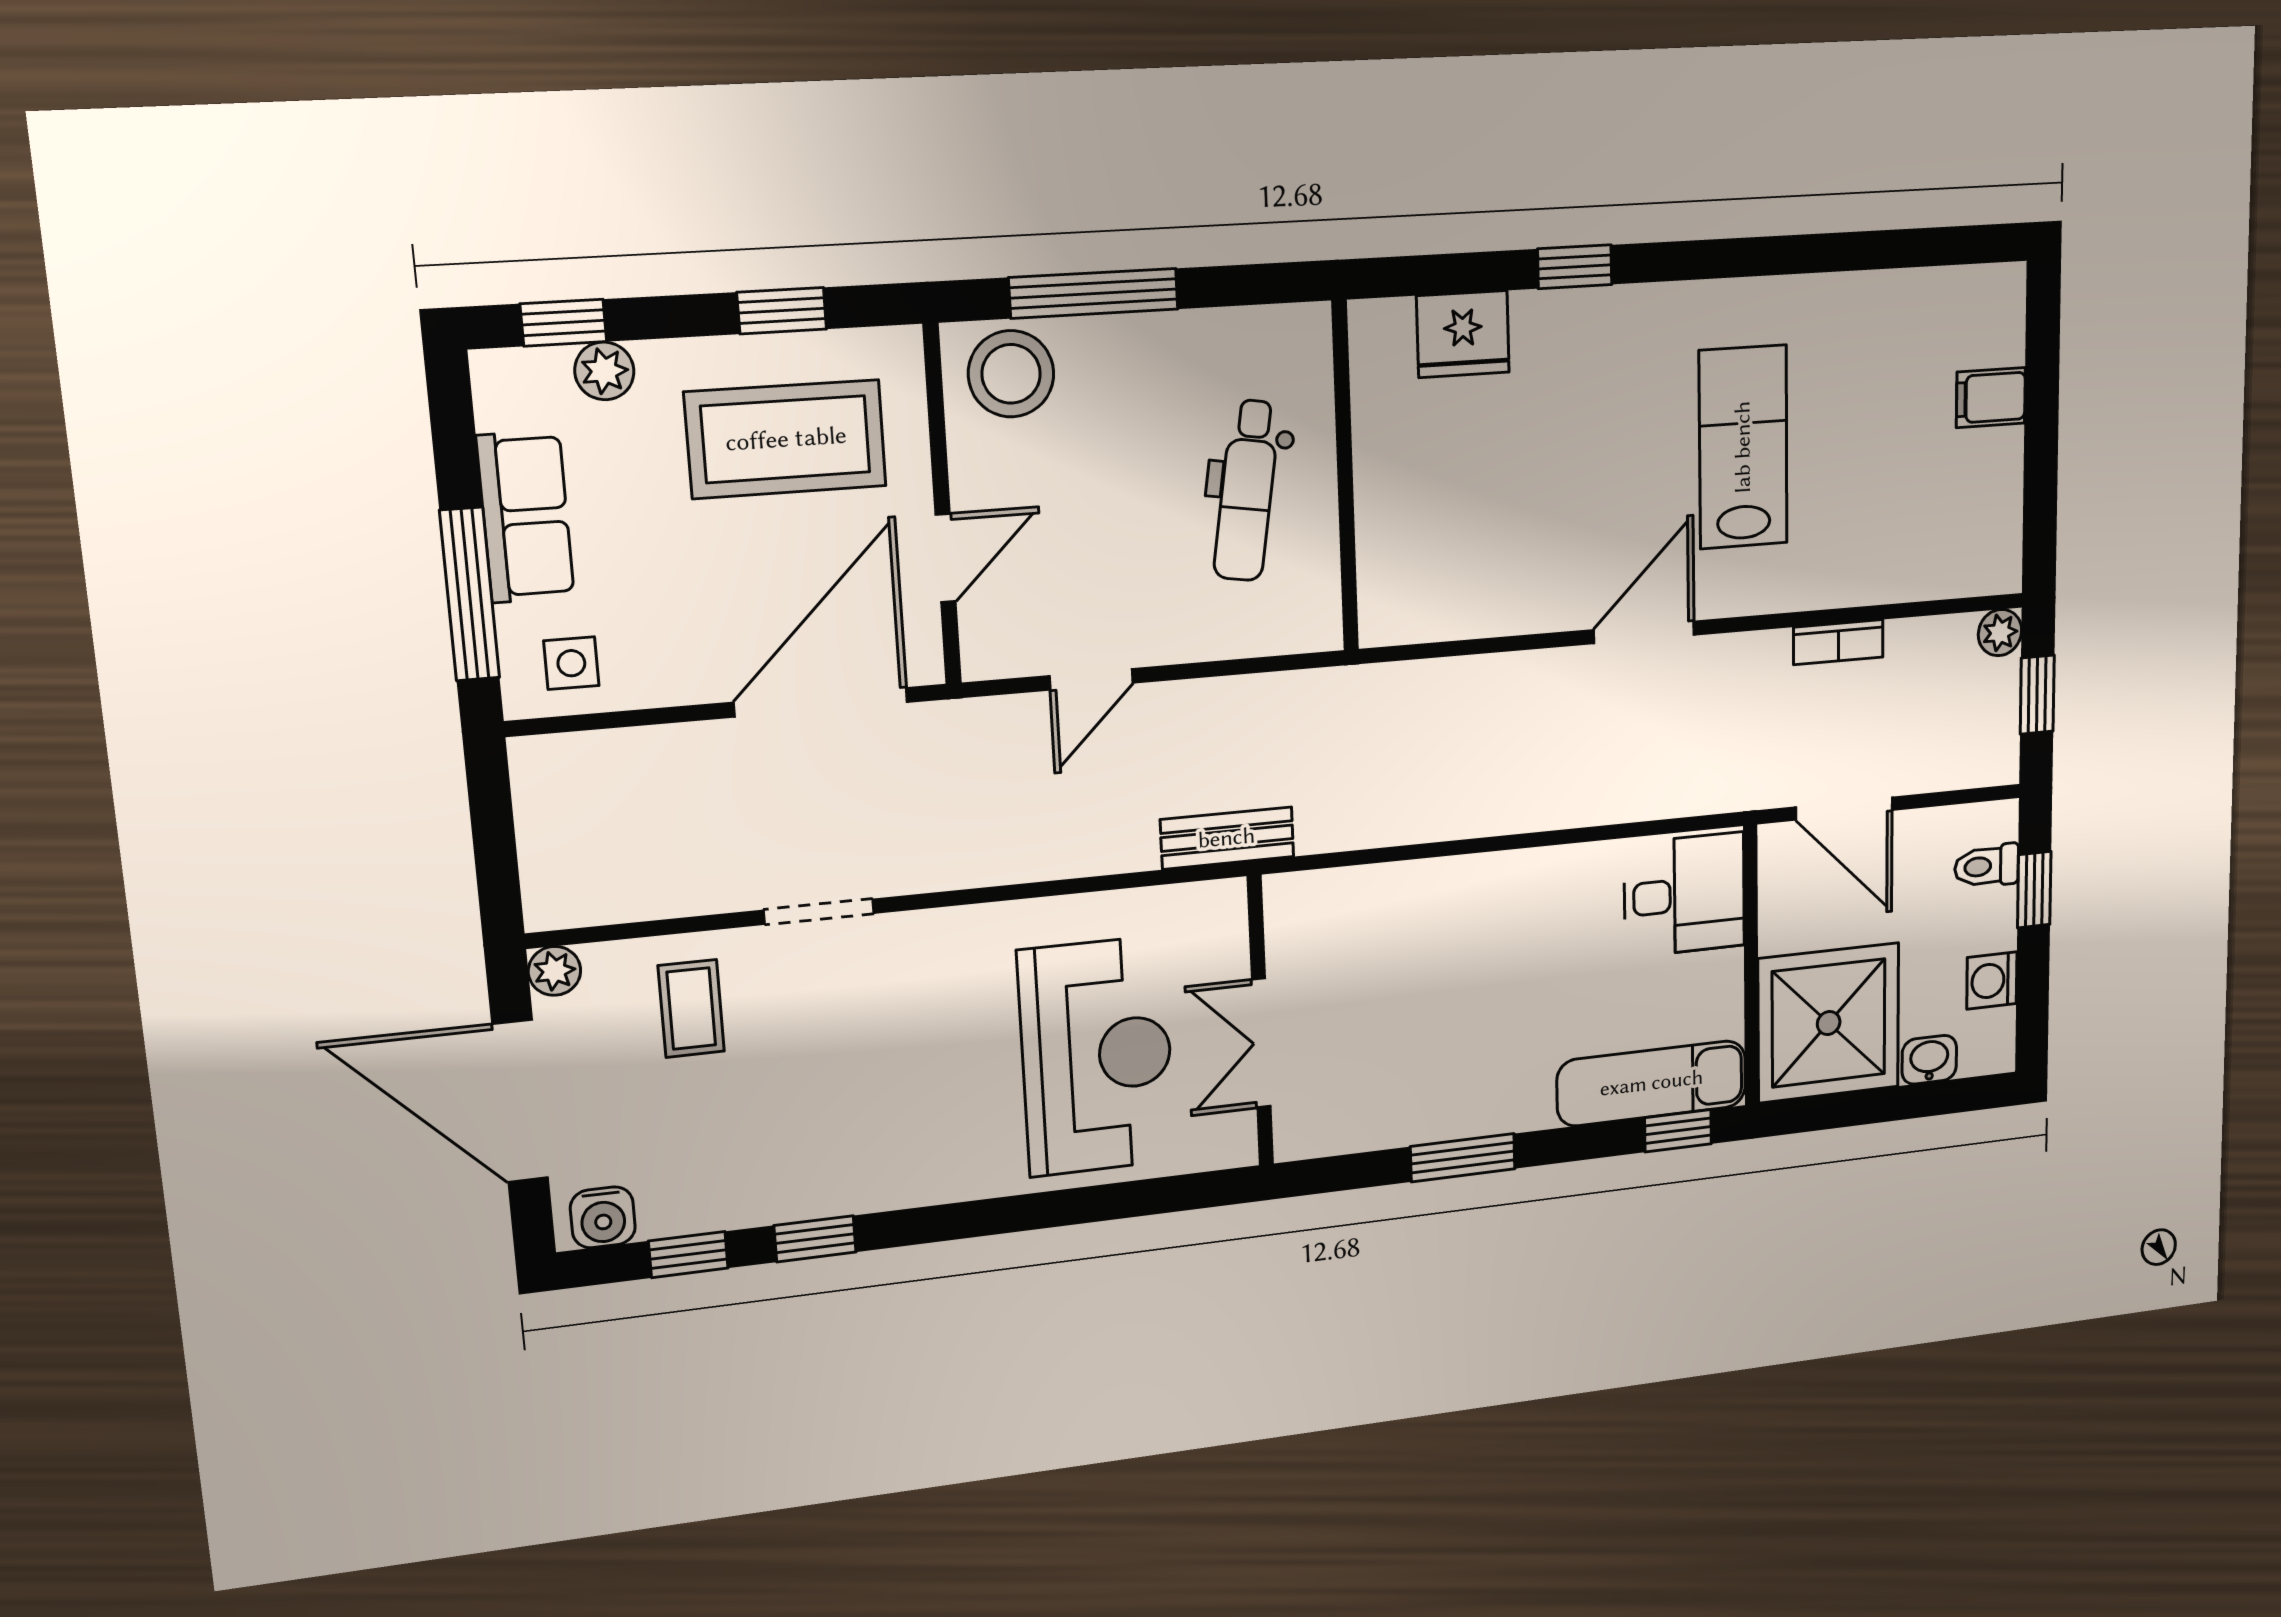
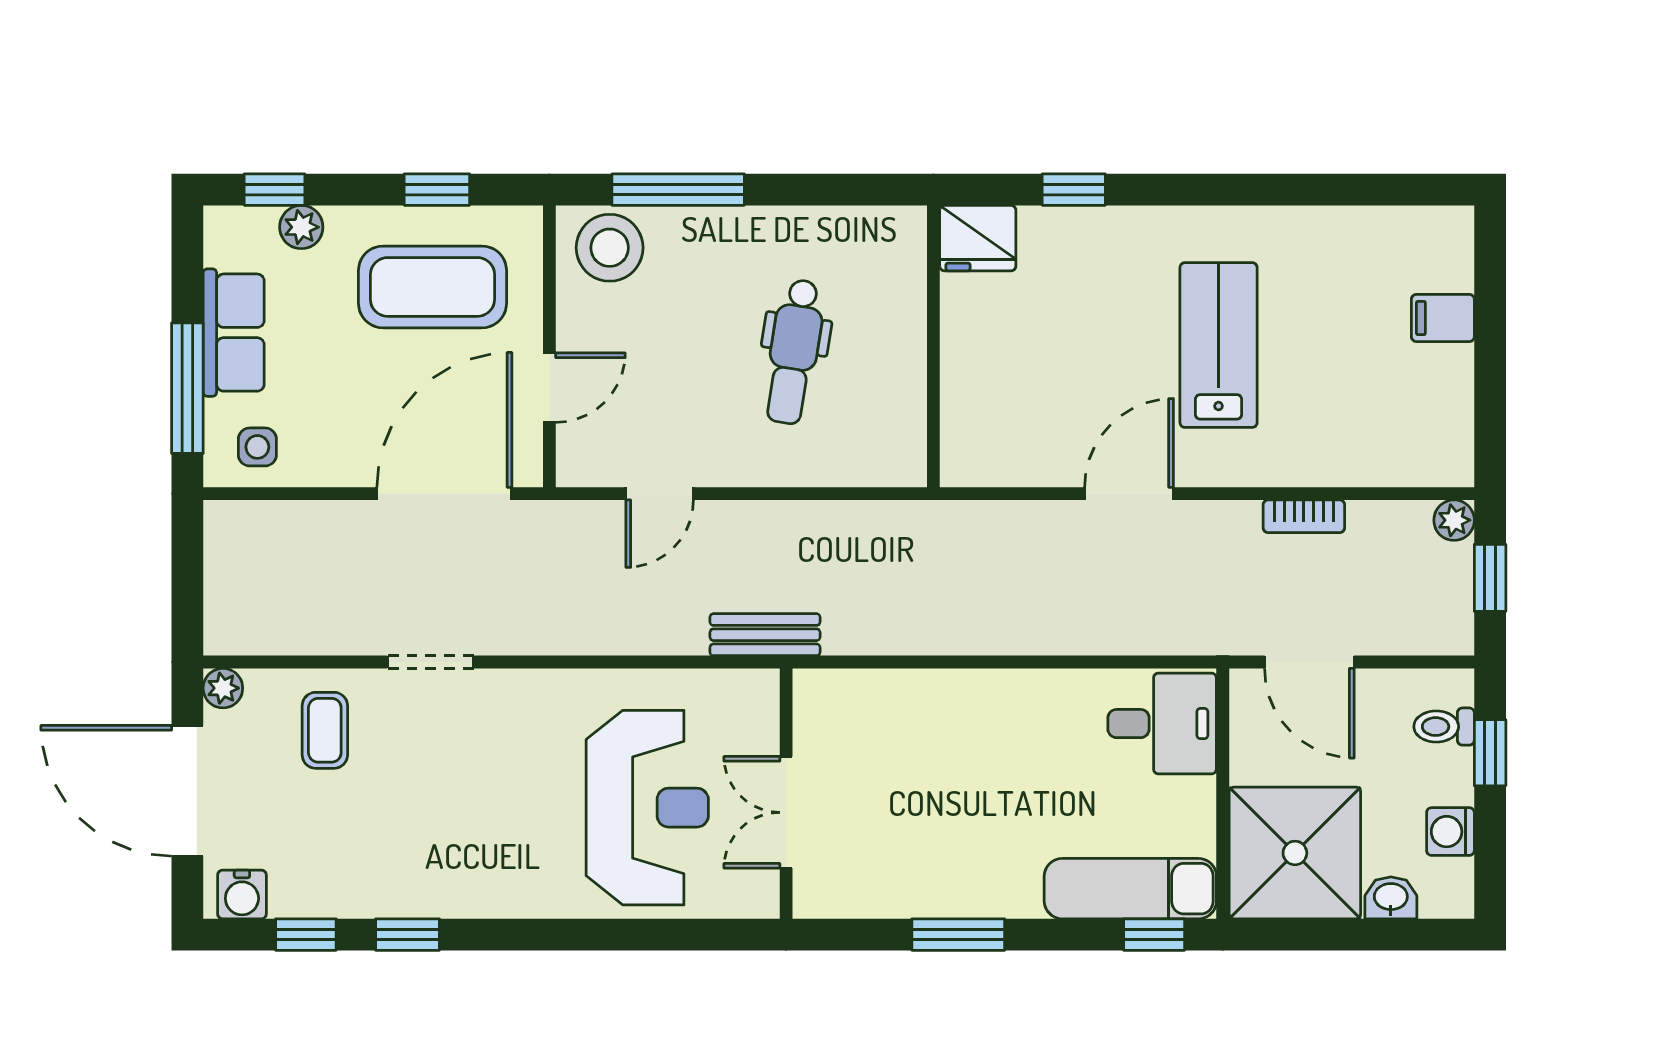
wall: (1345, 477) -> (933, 346), moved

